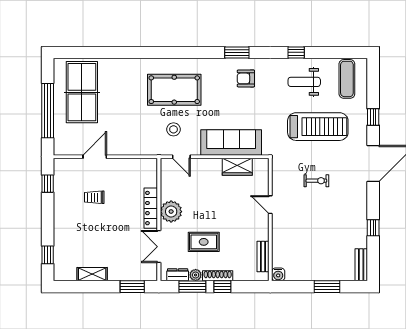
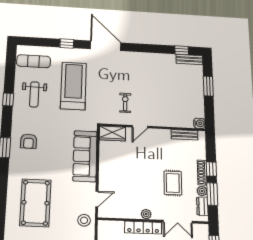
stool: (174, 129) -> (84, 220), moved
wardrobe: (237, 167) -> (112, 133), moved, turned 90
exercise bike: (316, 181) -> (125, 103), moved
plant: (171, 212) -> (146, 214), width x0.53, depth x0.53
window: (373, 228) -> (182, 50), moved

